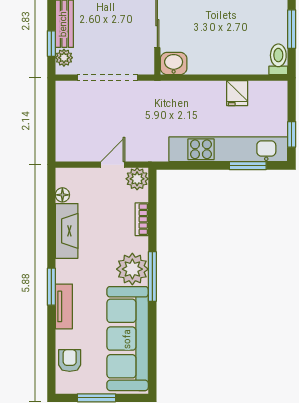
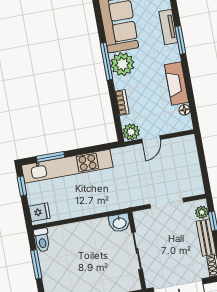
doorway: (108, 78) -> (167, 203), width x0.73
fridge: (237, 93) -> (39, 212), moved, turned 90

